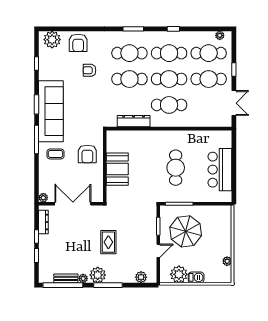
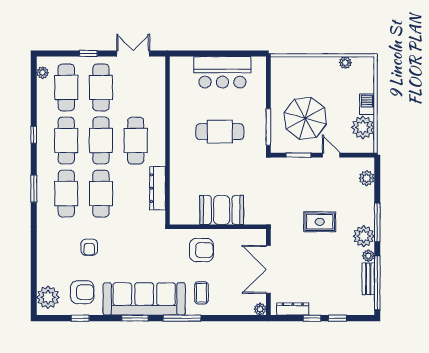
armchair: (78, 43) -> (82, 292), moved

